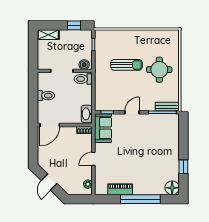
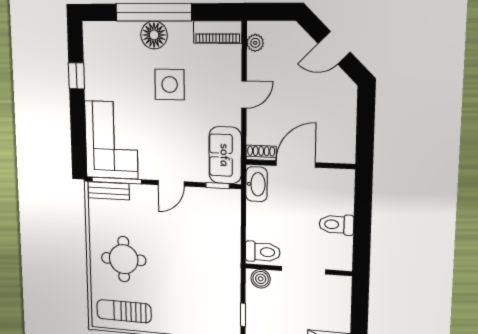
sun lounger: (127, 65) -> (124, 311), moved
door: (50, 125) -> (296, 164), moved
corner sofa: (165, 134) -> (111, 140), added
side table: (132, 163) -> (170, 85), added
door: (49, 182) -> (334, 48), swing flipped
floor lamp: (172, 188) -> (154, 35), moved
piano: (120, 189) -> (218, 32), moved

